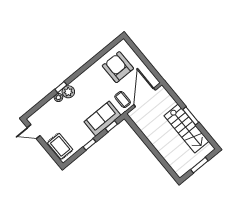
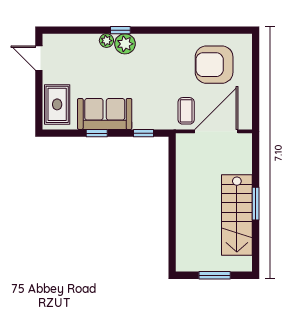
armchair: (118, 67) -> (214, 65), turned -90
sofa: (102, 119) -> (105, 114), moved

